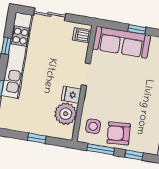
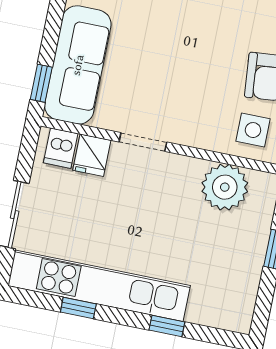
window: (137, 29) -> (41, 83), moved
fridge: (71, 95) -> (92, 155), moved

